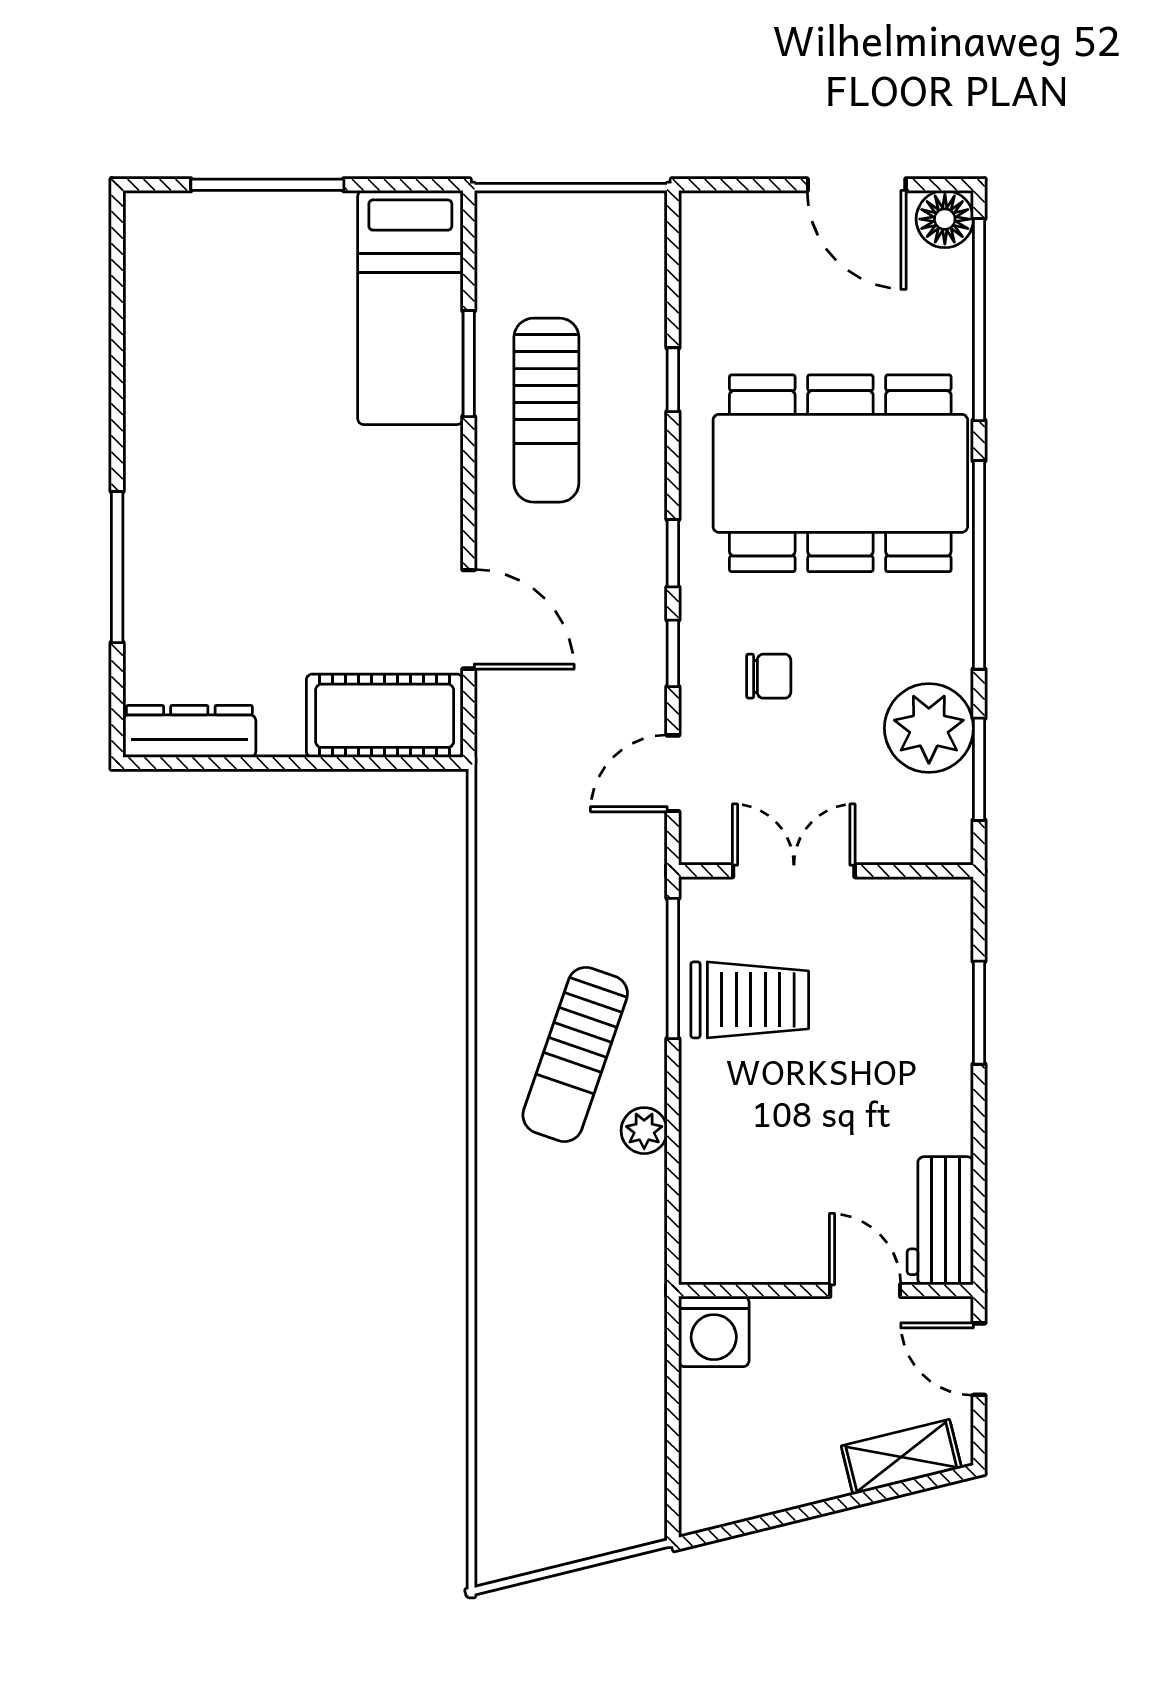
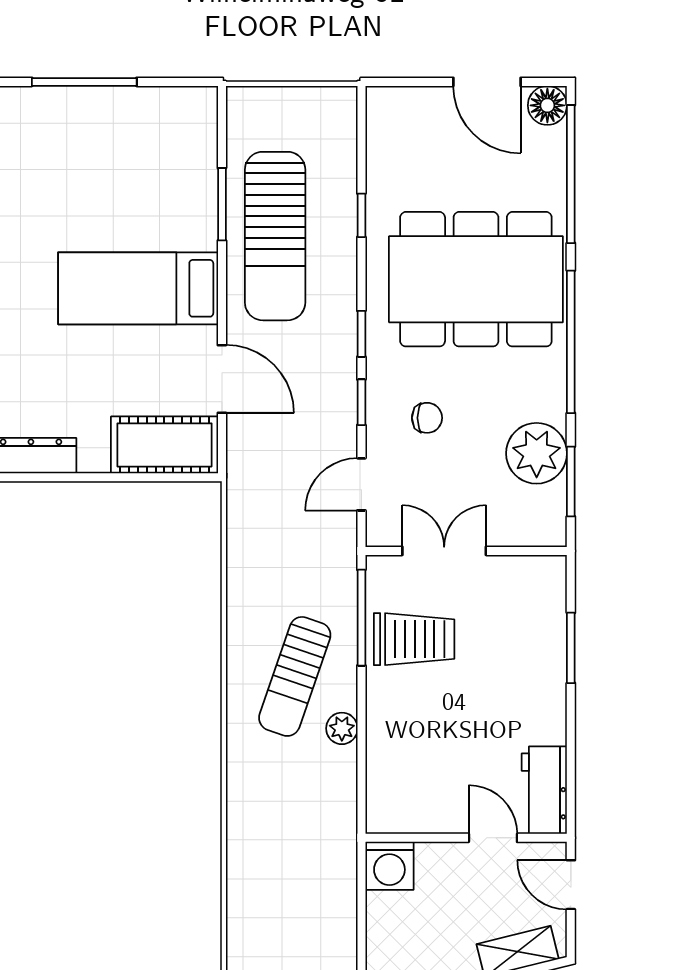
bed: (410, 308) -> (138, 288), moved, turned 90
sun lounger: (546, 410) -> (275, 236), width x1.36, depth x1.34

